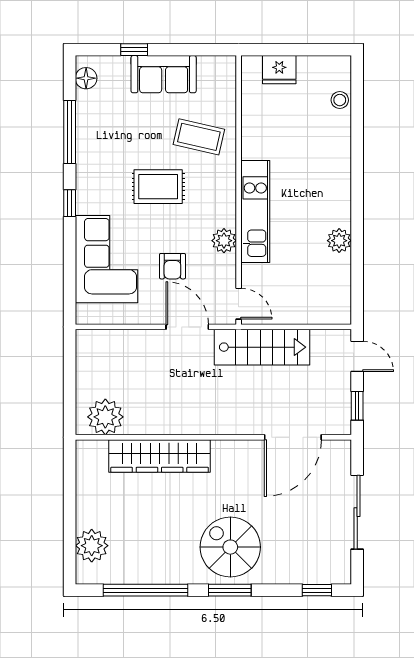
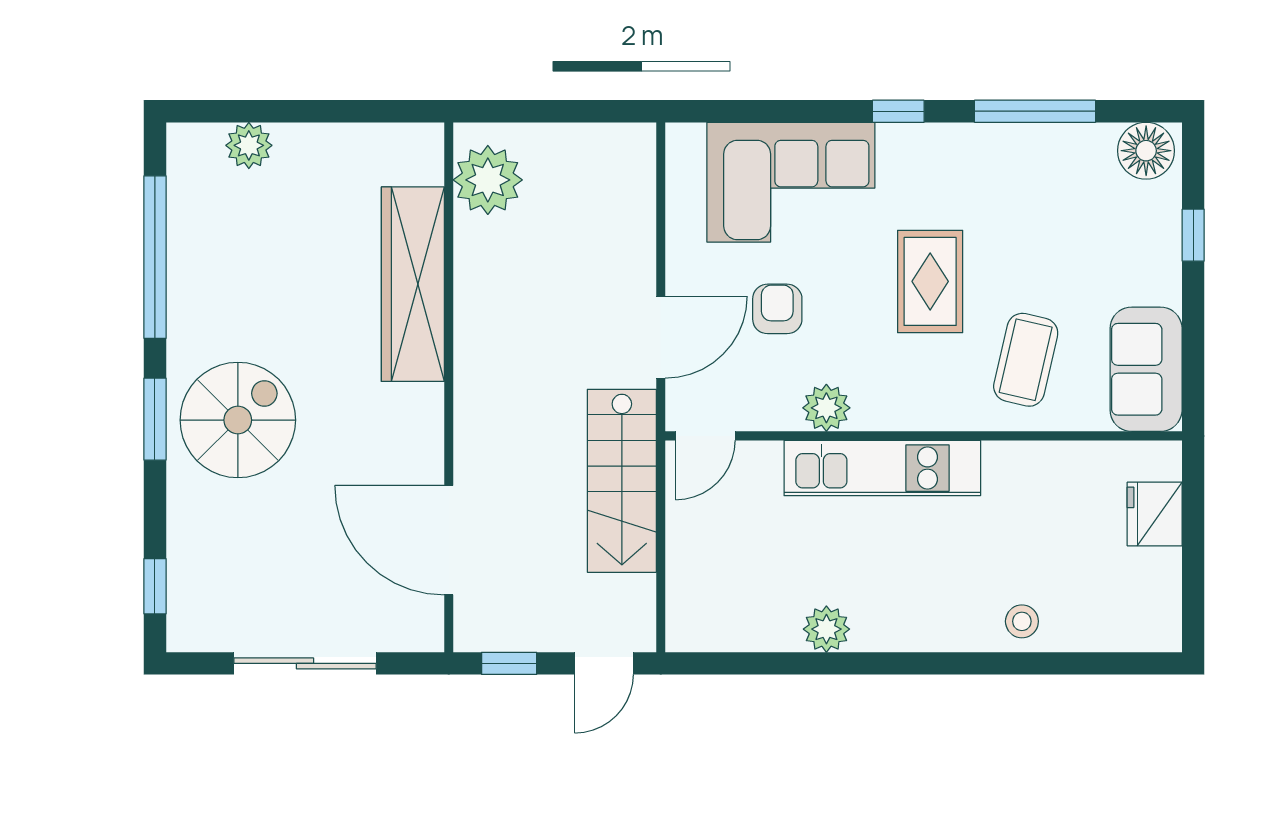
sofa: (164, 74) -> (1146, 369), moved
floor lamp: (86, 78) -> (1146, 151), width x1.38, depth x1.38
stool: (340, 100) -> (1022, 621), moved
armchair: (172, 266) -> (777, 309), turned 90
plant: (92, 546) -> (249, 145), width x0.73, depth x0.73

